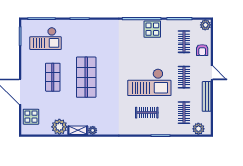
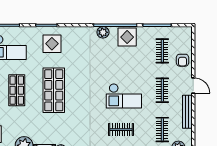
plant: (205, 25) -> (103, 32), moved
display table: (84, 35) -> (52, 44), added
checkout: (149, 82) -> (124, 96), width x0.73, depth x0.83

